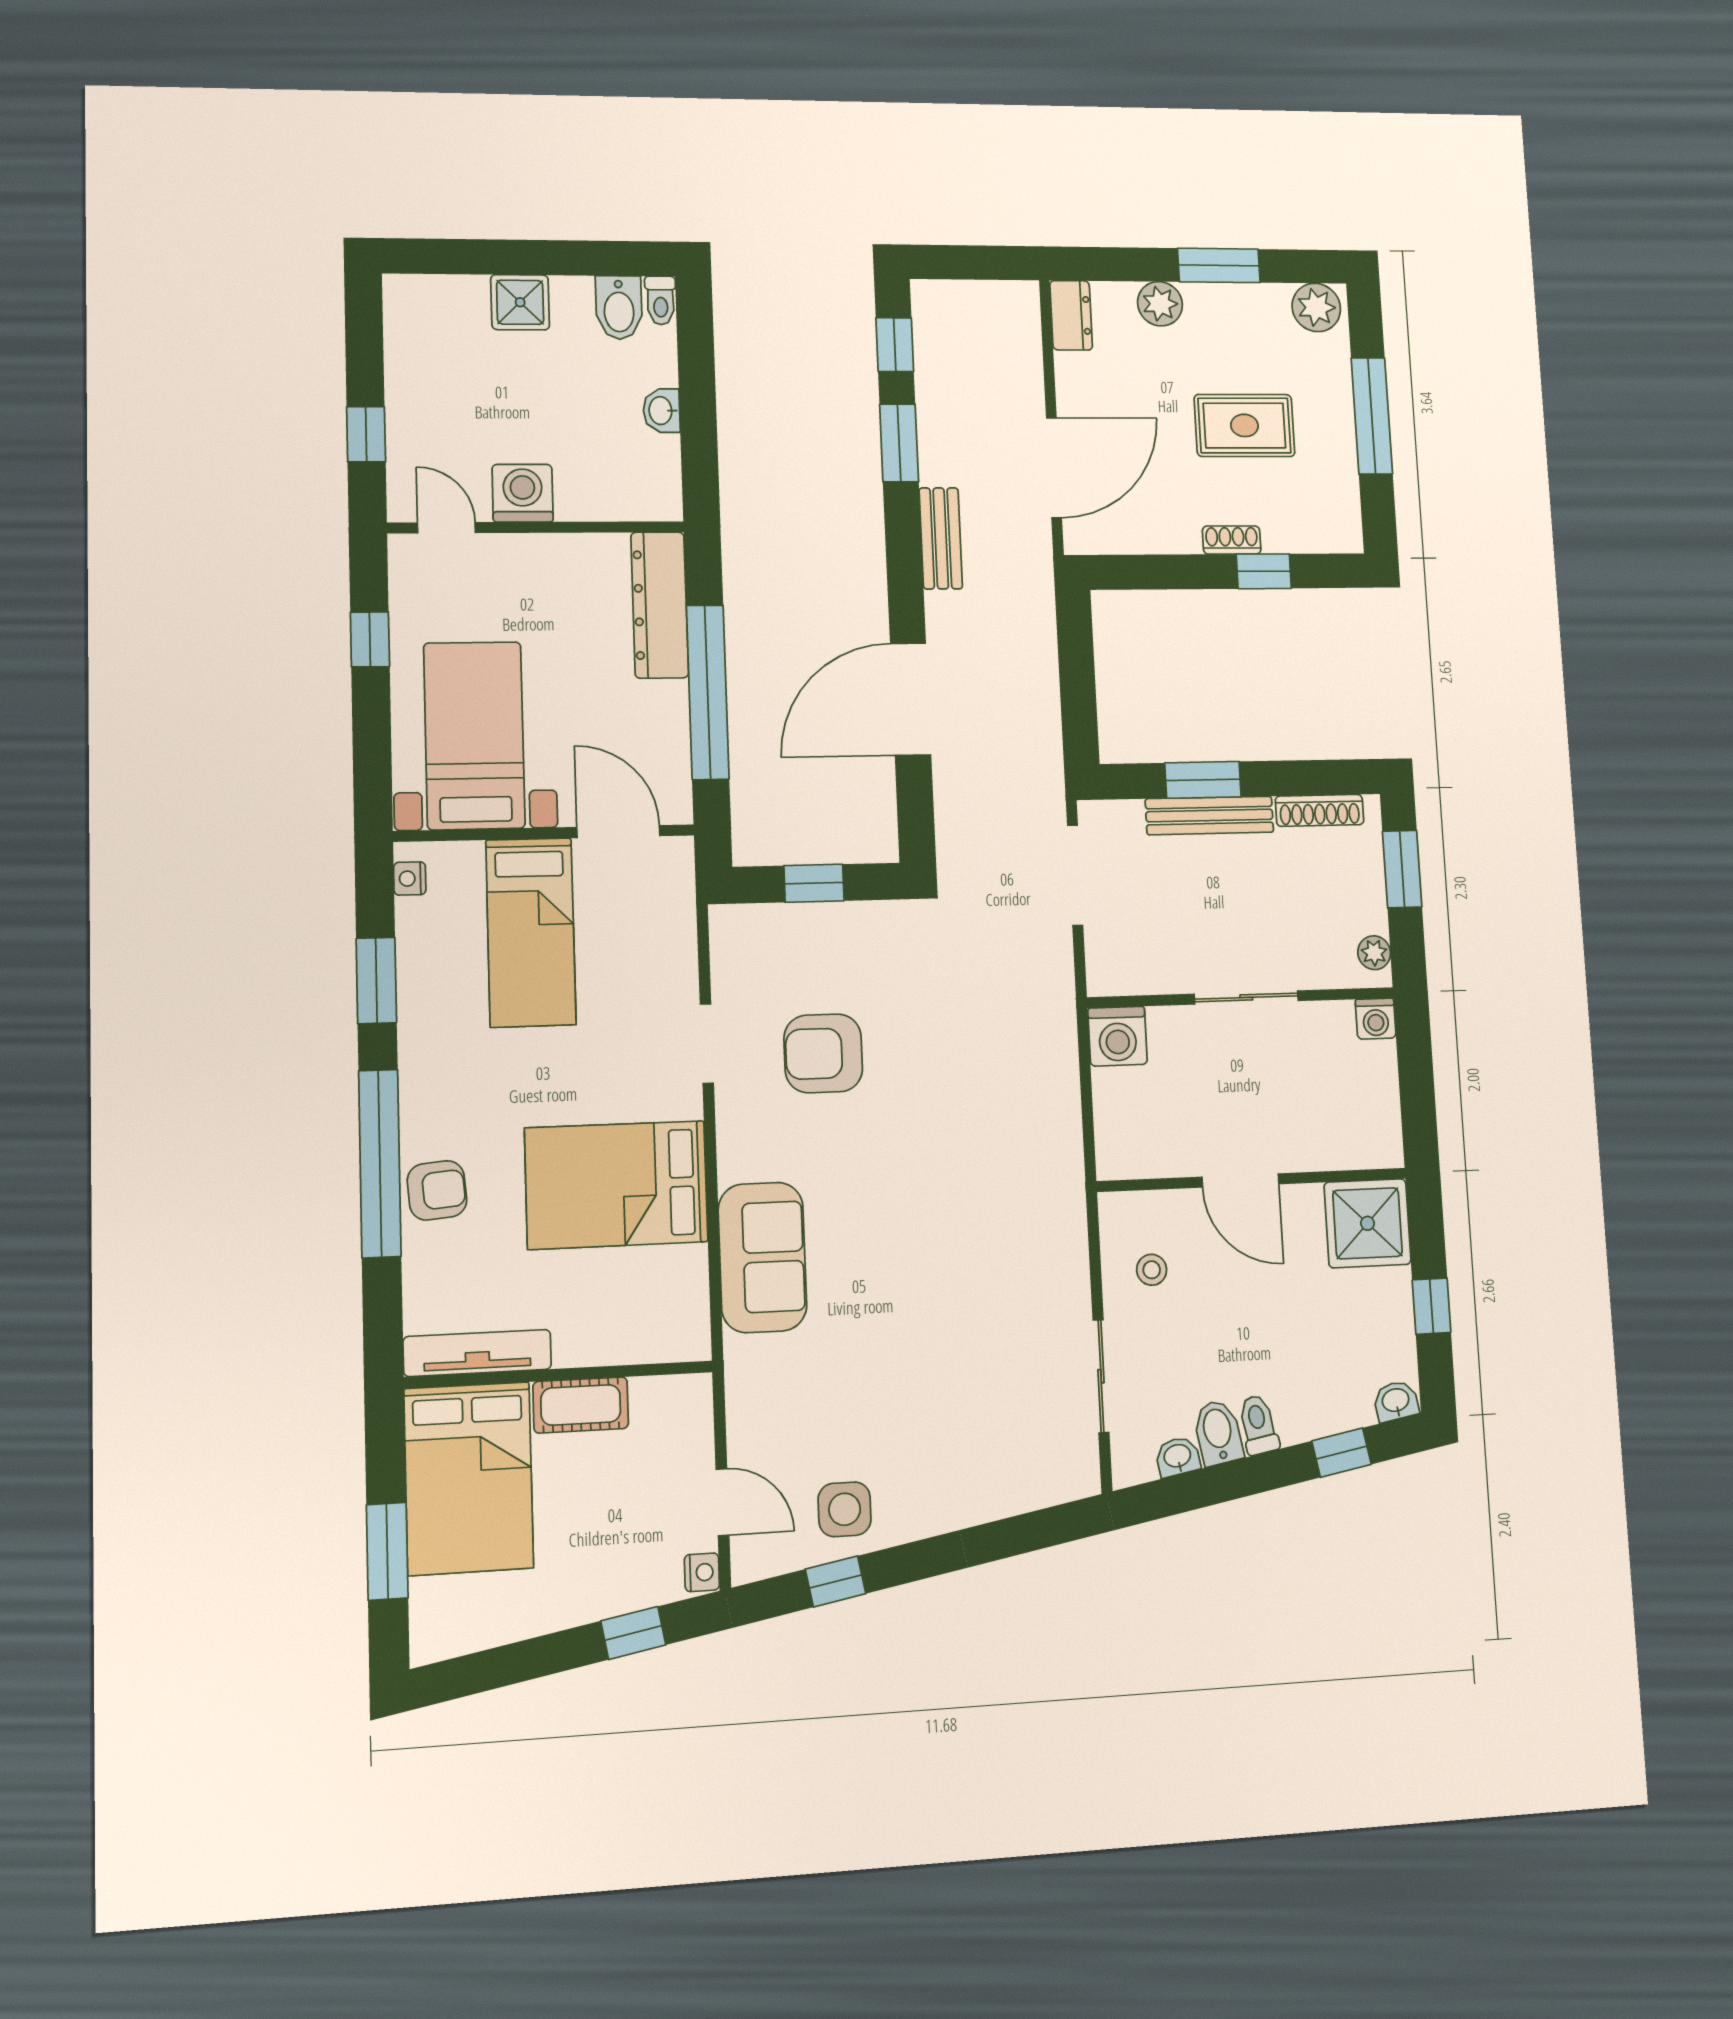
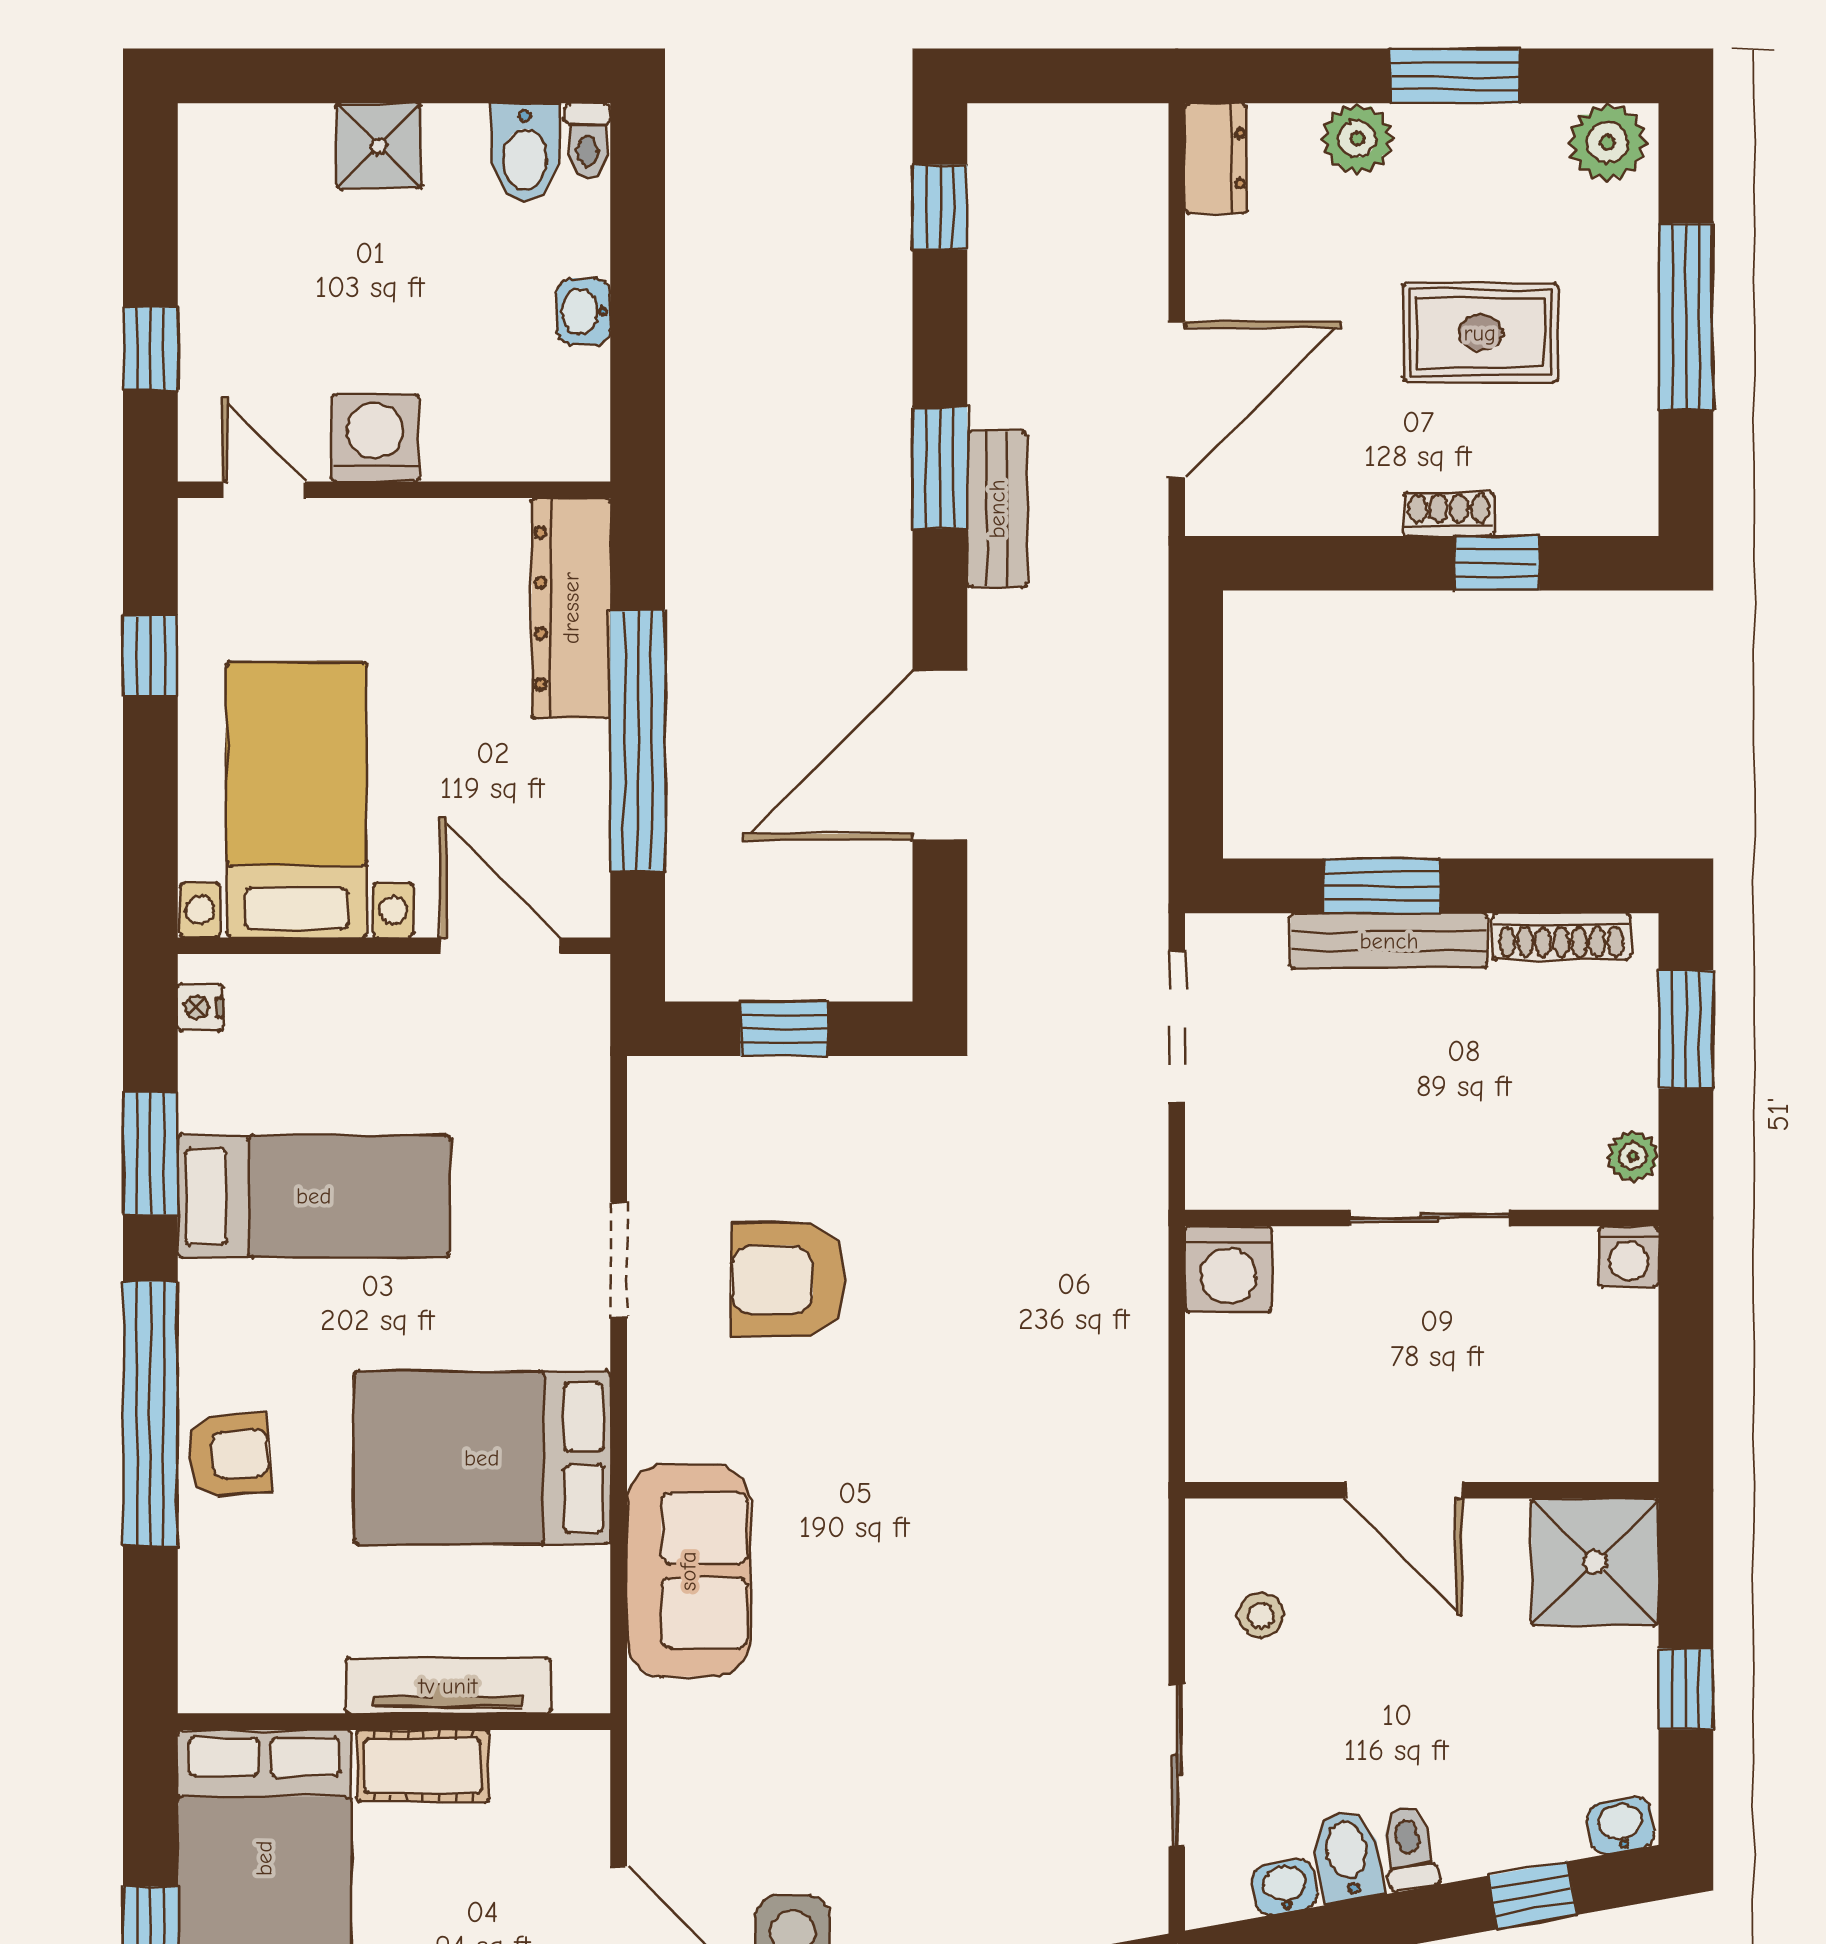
window: (899, 443) -> (940, 468), moved
bed: (531, 932) -> (314, 1196), moved, turned -90
tv unit: (477, 1353) -> (448, 1686), moved

